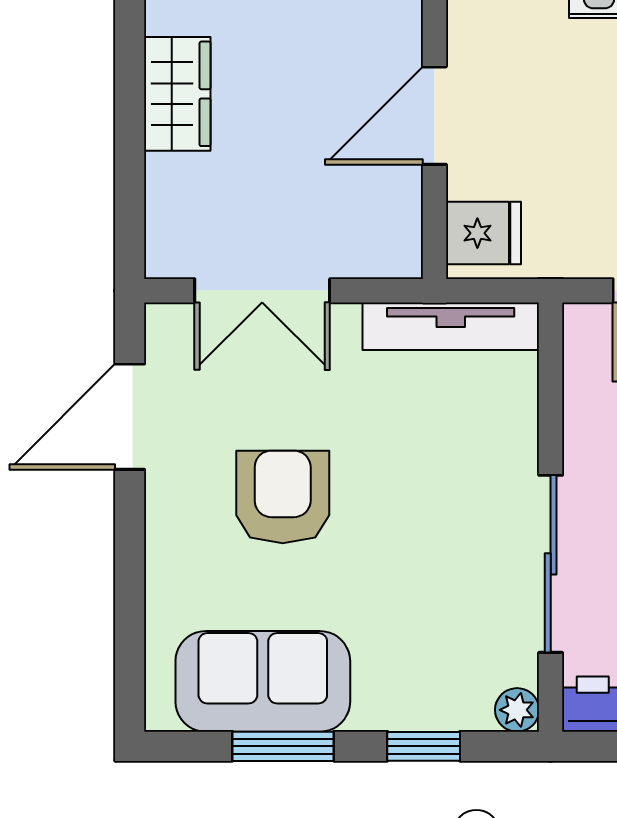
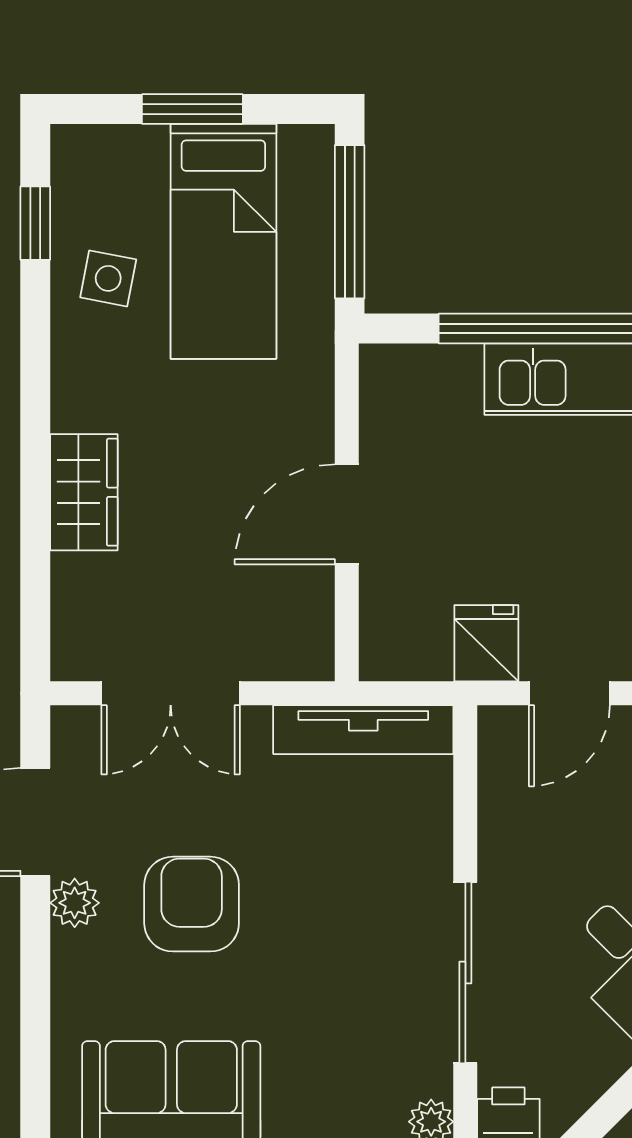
fridge: (483, 233) -> (486, 643), moved, turned -90
plant: (168, 496) -> (75, 903), added

